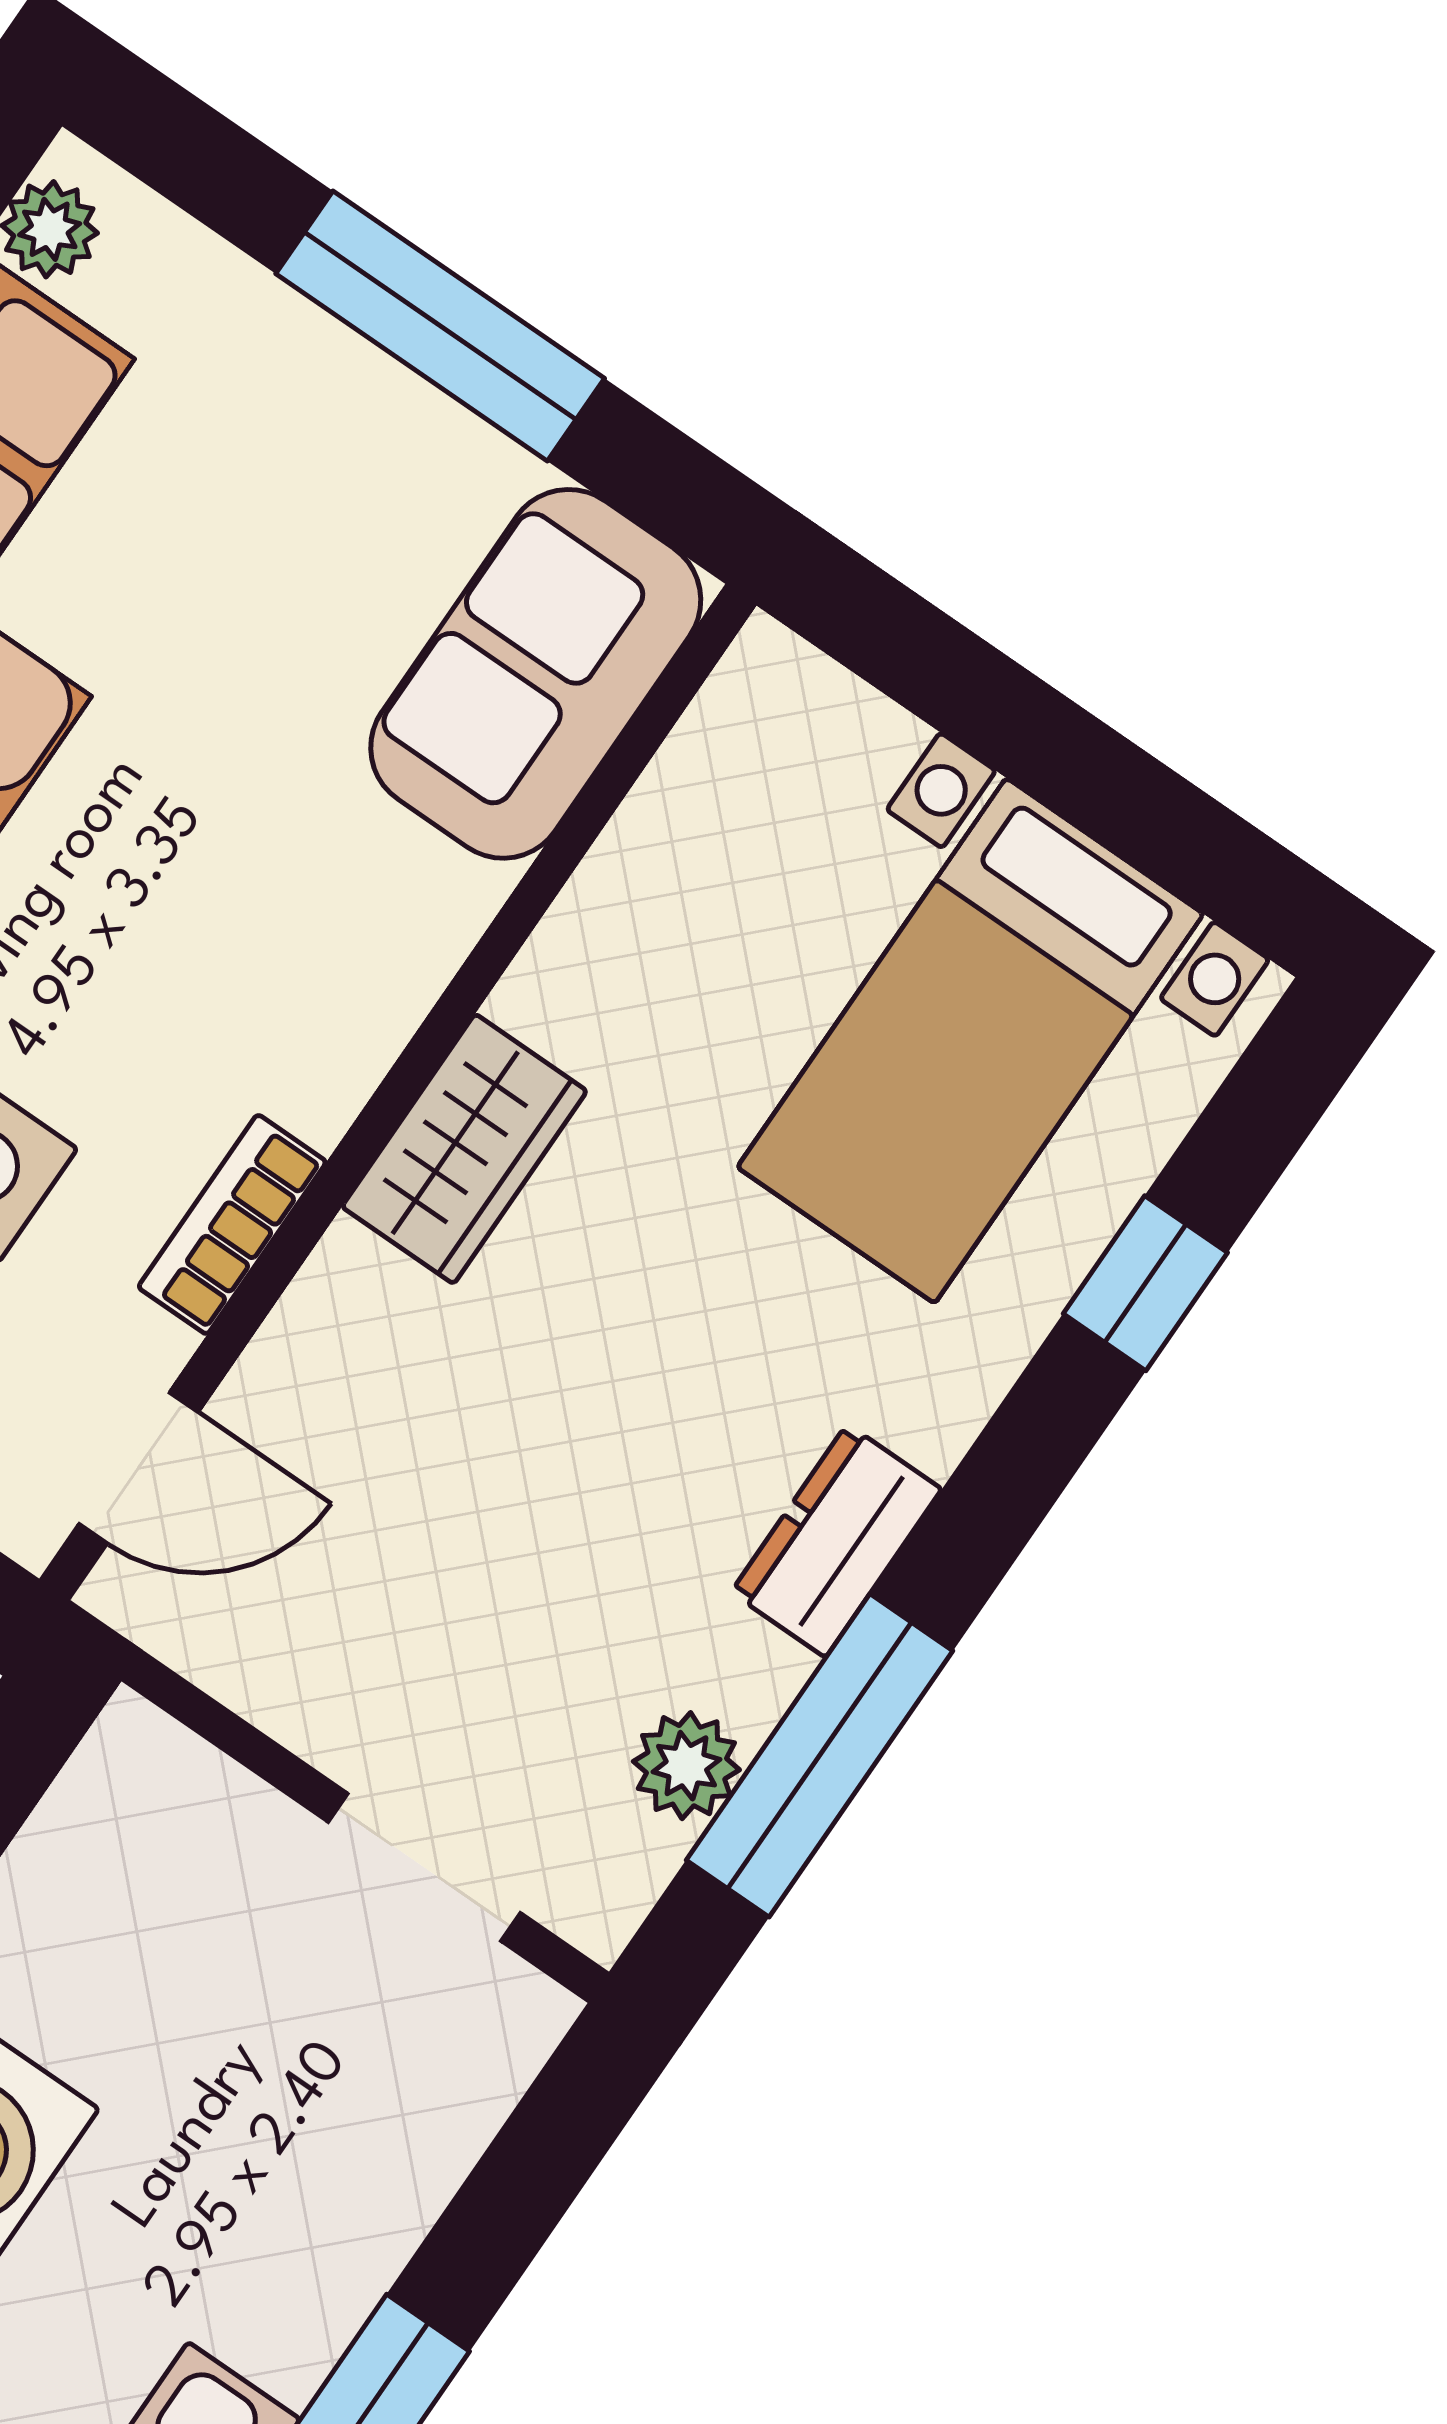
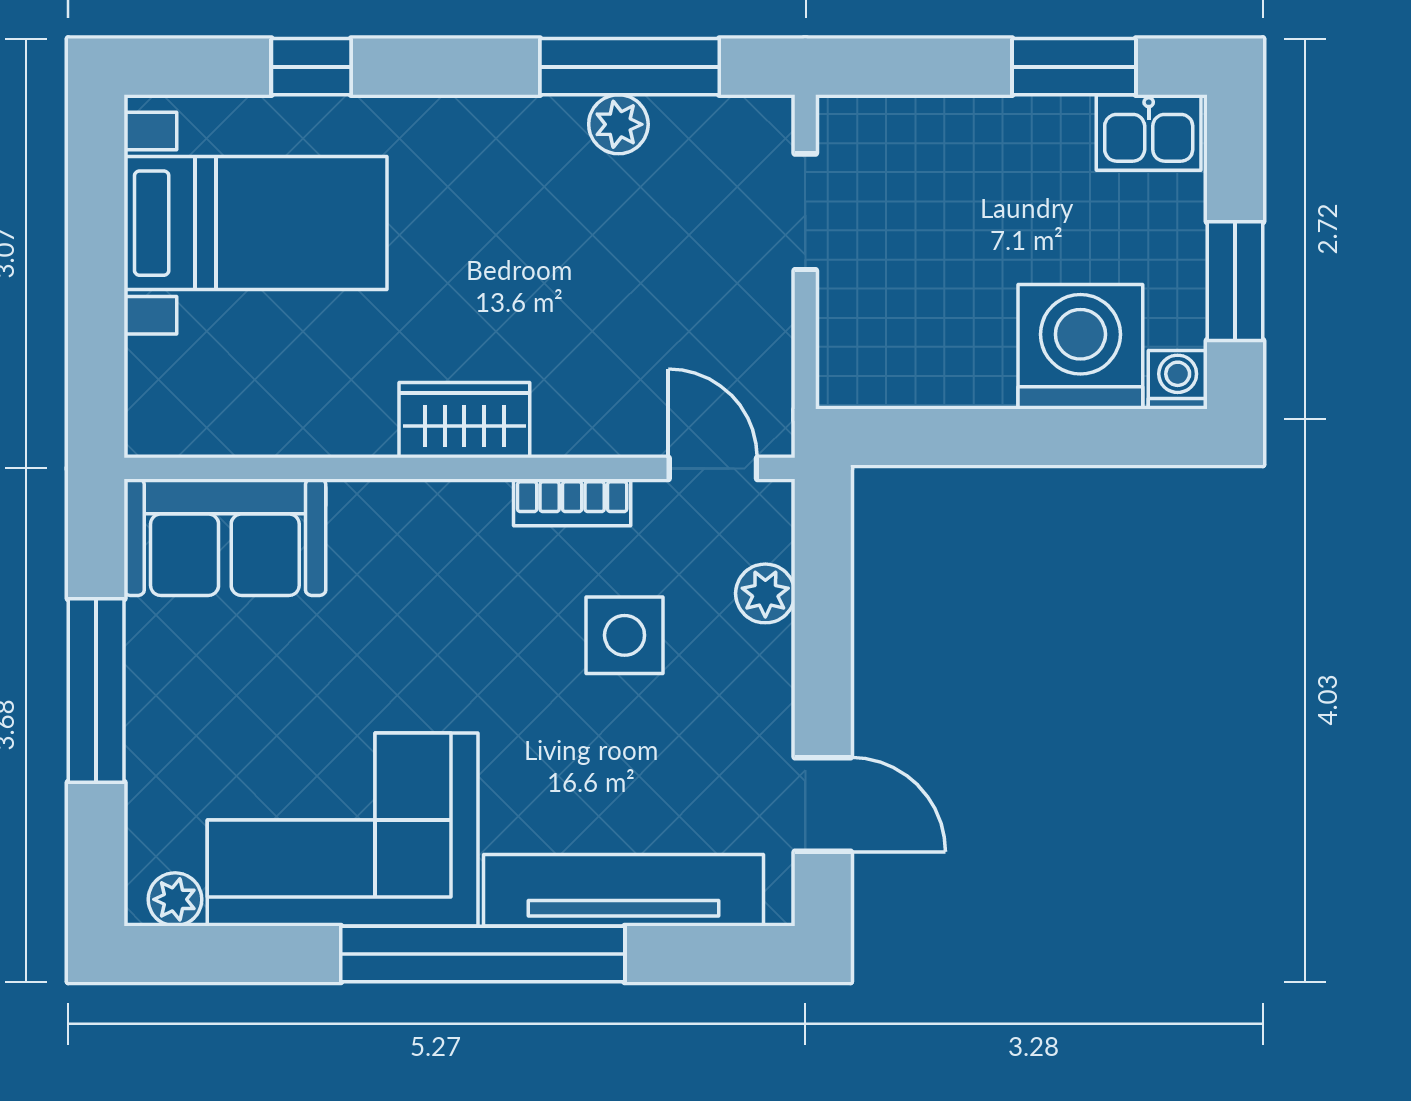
dresser: (836, 1541) -> (526, 127), removed
plant: (686, 1766) -> (618, 124), moved

